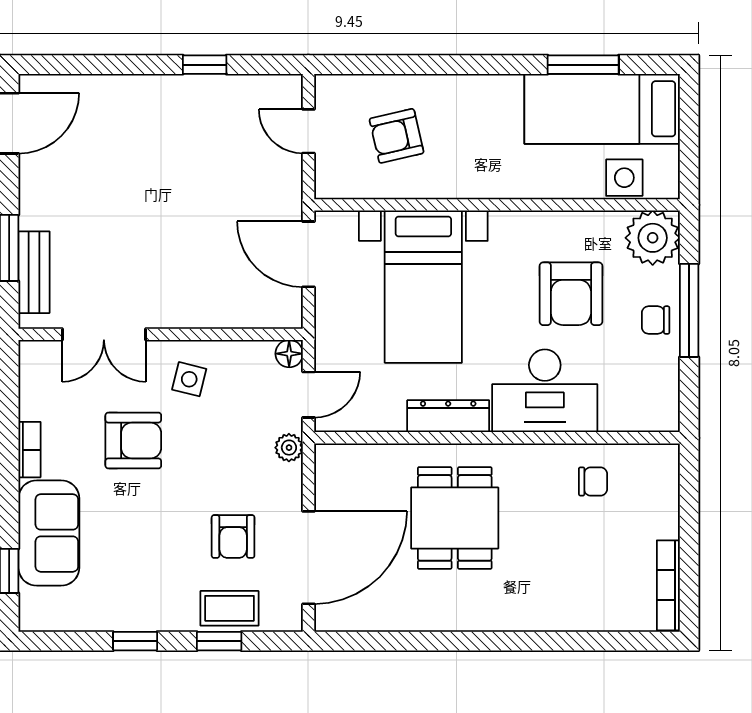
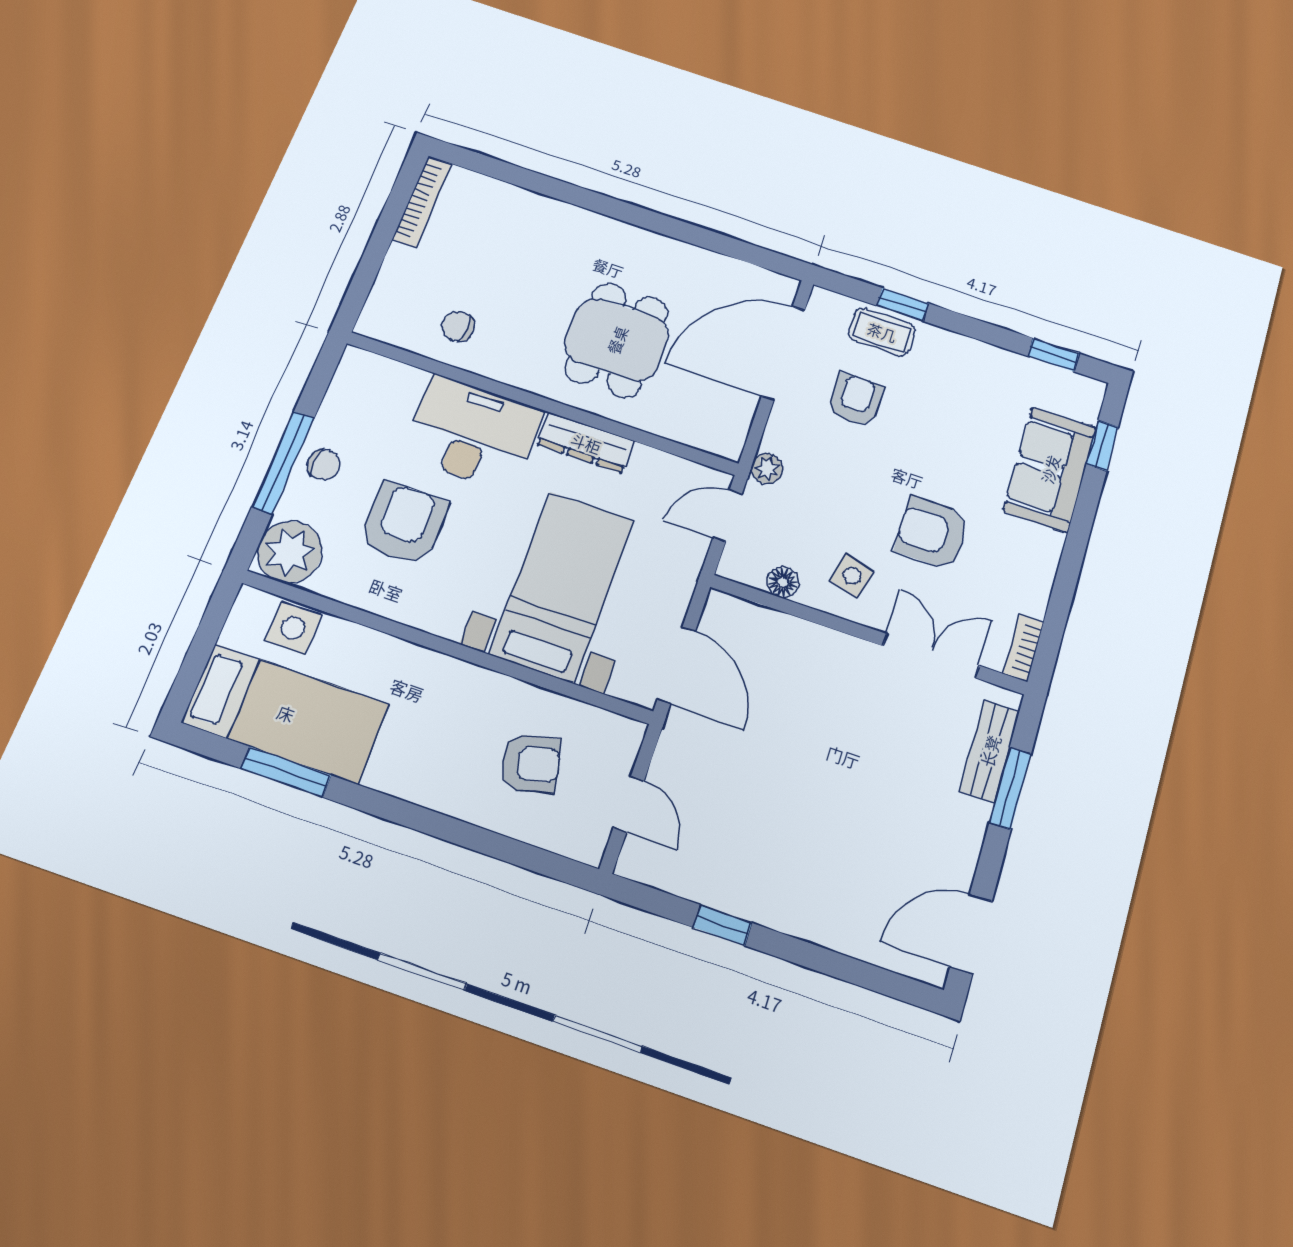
floor lamp: (289, 354) -> (783, 582), moved
bookcase: (29, 450) -> (1023, 648), moved
window: (135, 641) -> (1053, 355), moved

